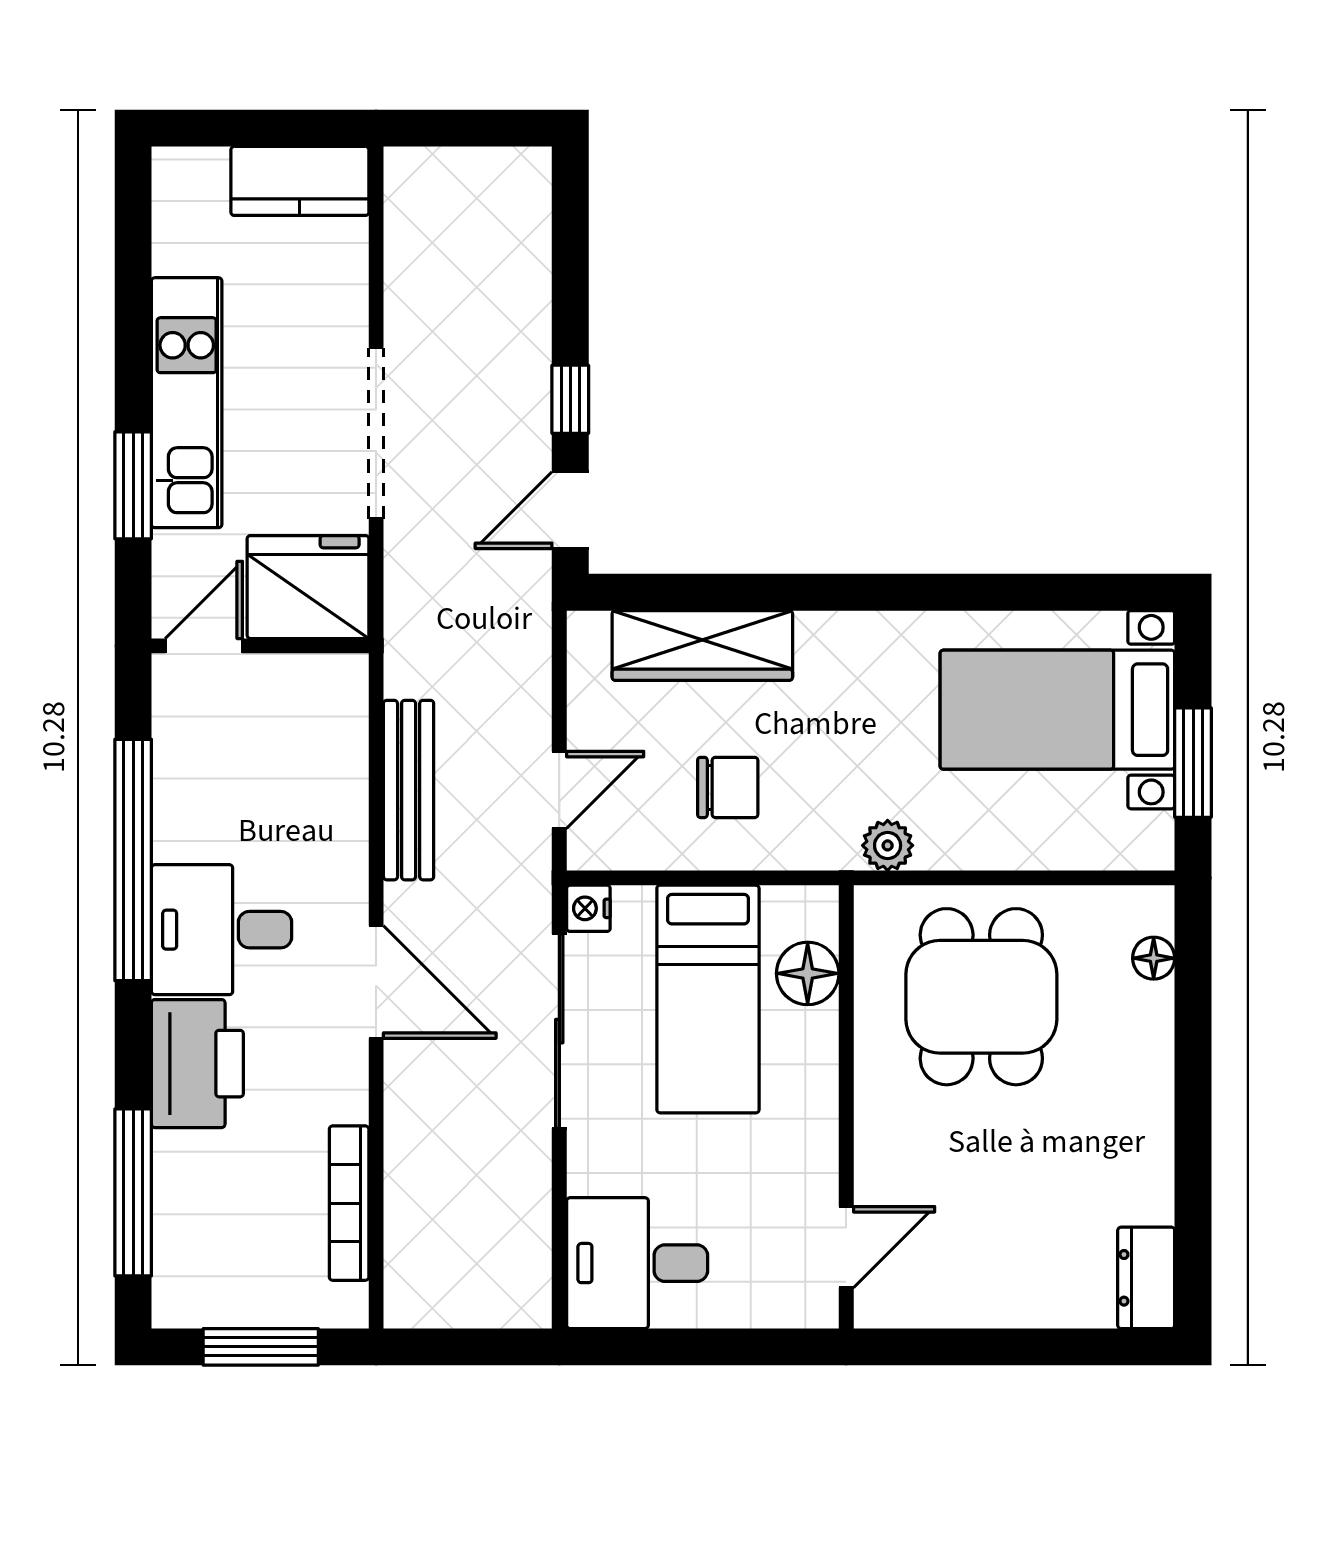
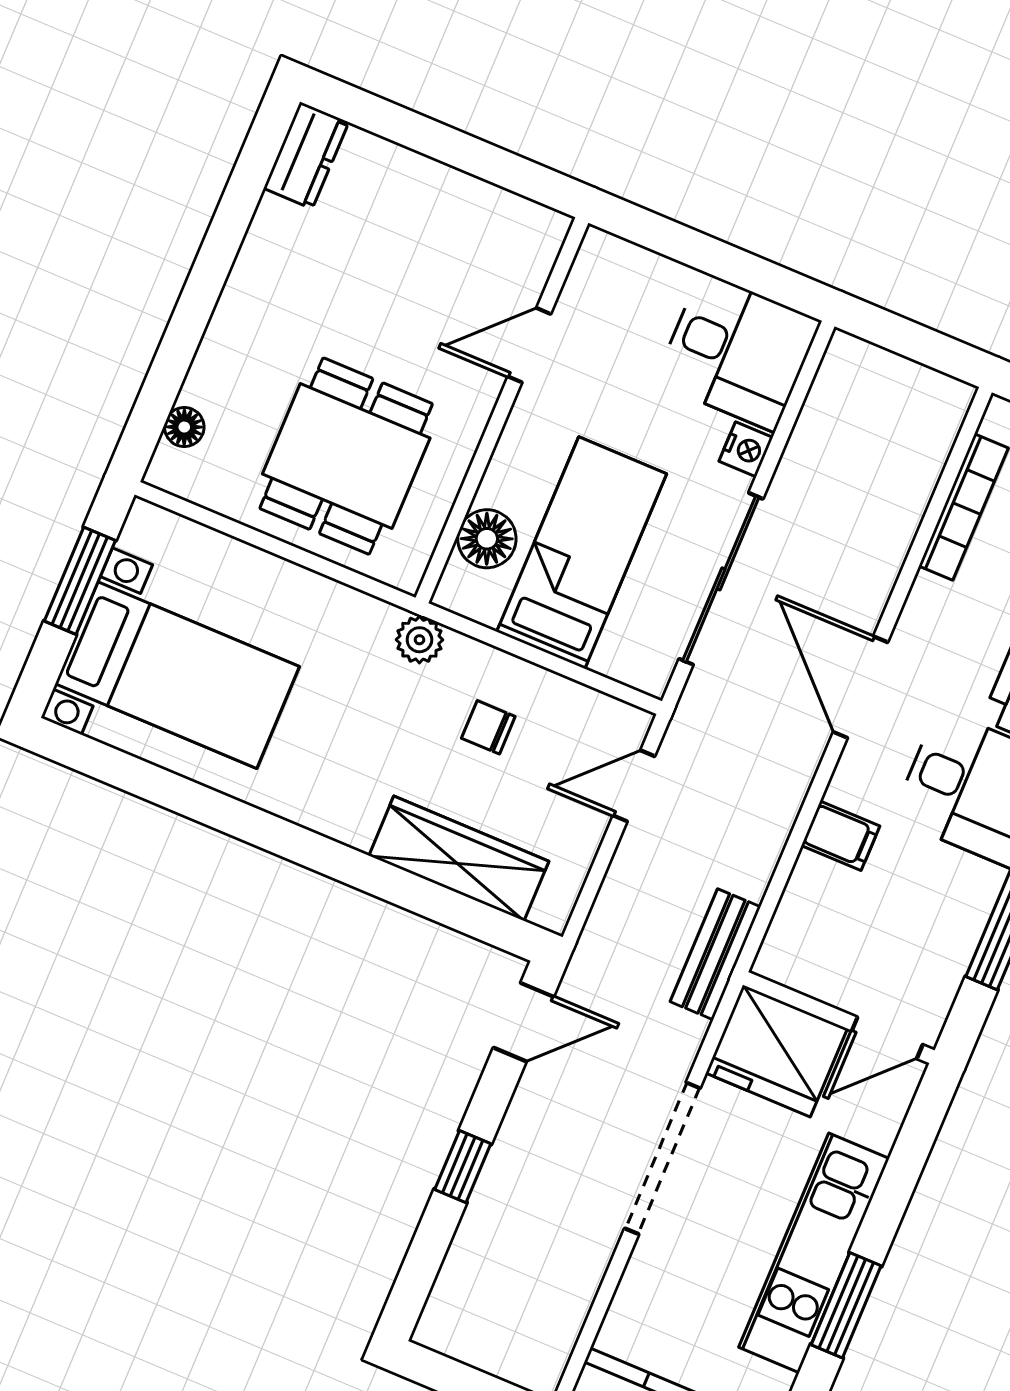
window: (570, 399) -> (463, 1167), moved
window: (133, 485) -> (846, 1305), moved
chair: (728, 787) -> (488, 727), width x0.73, depth x0.73
bench: (409, 790) -> (715, 954), moved, width x0.73
filing cabinet: (334, 827) -> (841, 836), added
plant: (888, 845) -> (419, 640), moved
nightstand: (588, 908) -> (746, 449), moved
door: (846, 1247) -> (529, 345), moved

